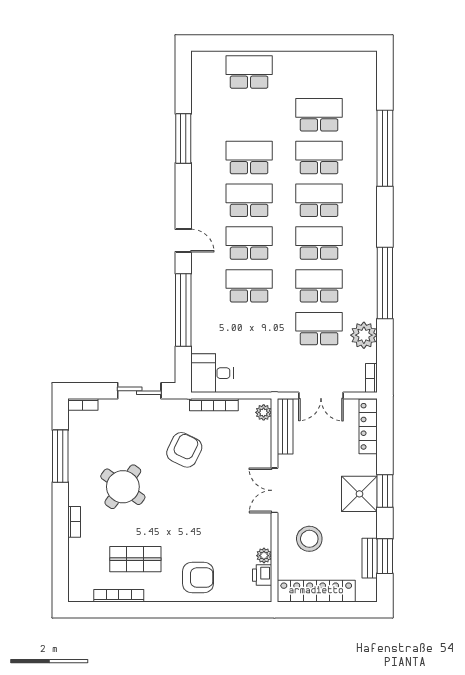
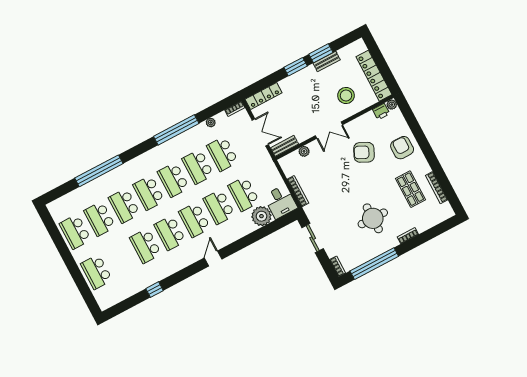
school desk: (319, 72) -> (75, 232), added
window: (183, 138) -> (155, 290), width x0.46
window: (183, 310) -> (253, 237), removed
school desk: (249, 329) -> (244, 194), added
plant: (364, 335) -> (211, 122), width x0.53, depth x0.53
plant: (206, 337) -> (261, 216), added
plant: (264, 412) -> (304, 151), moved
bench: (285, 426) -> (285, 146), width x0.73
armchair: (184, 450) -> (364, 152), moved
window: (60, 456) -> (374, 264), width x1.46
round table: (123, 487) -> (373, 218), turned -36
shower: (359, 494) -> (305, 80), removed
plant: (264, 556) -> (392, 105), moved
window: (385, 556) -> (321, 53), moved
bench: (370, 558) -> (327, 61), moved

